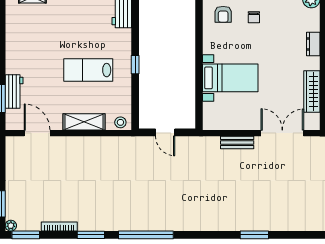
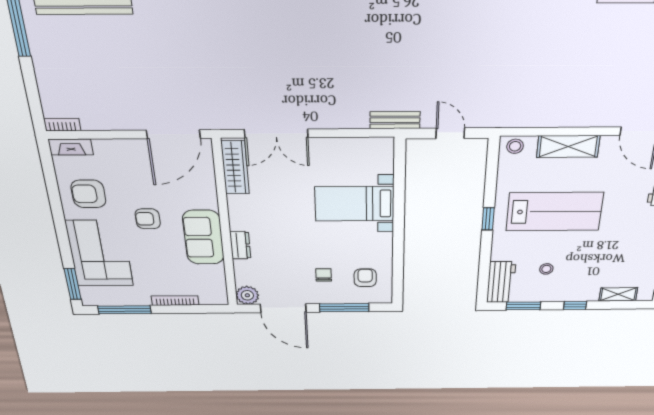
stool: (89, 21) -> (546, 269), added
lab bench: (88, 70) -> (554, 212), width x1.36, depth x1.39
wardrobe: (312, 92) -> (235, 167), moved
bench: (237, 142) -> (395, 120), moved

